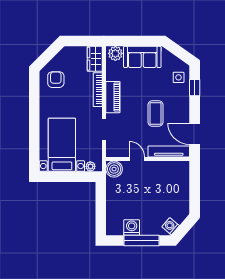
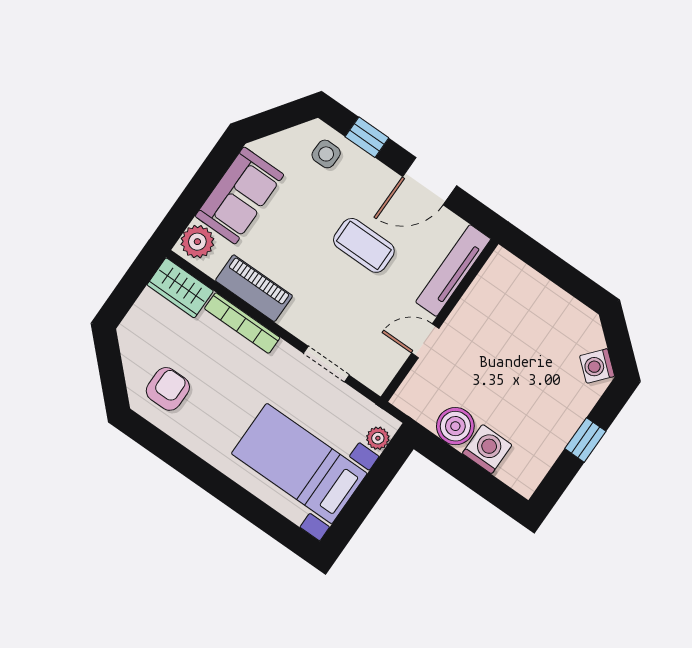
armchair: (56, 80) -> (168, 389), turned 90
piano: (113, 97) -> (254, 288), moved
door: (195, 134) -> (430, 181), moved
boiler: (114, 169) -> (455, 426), moved
washing machine: (132, 227) -> (487, 449), moved, turned 90
window: (141, 240) -> (585, 440), width x0.46

